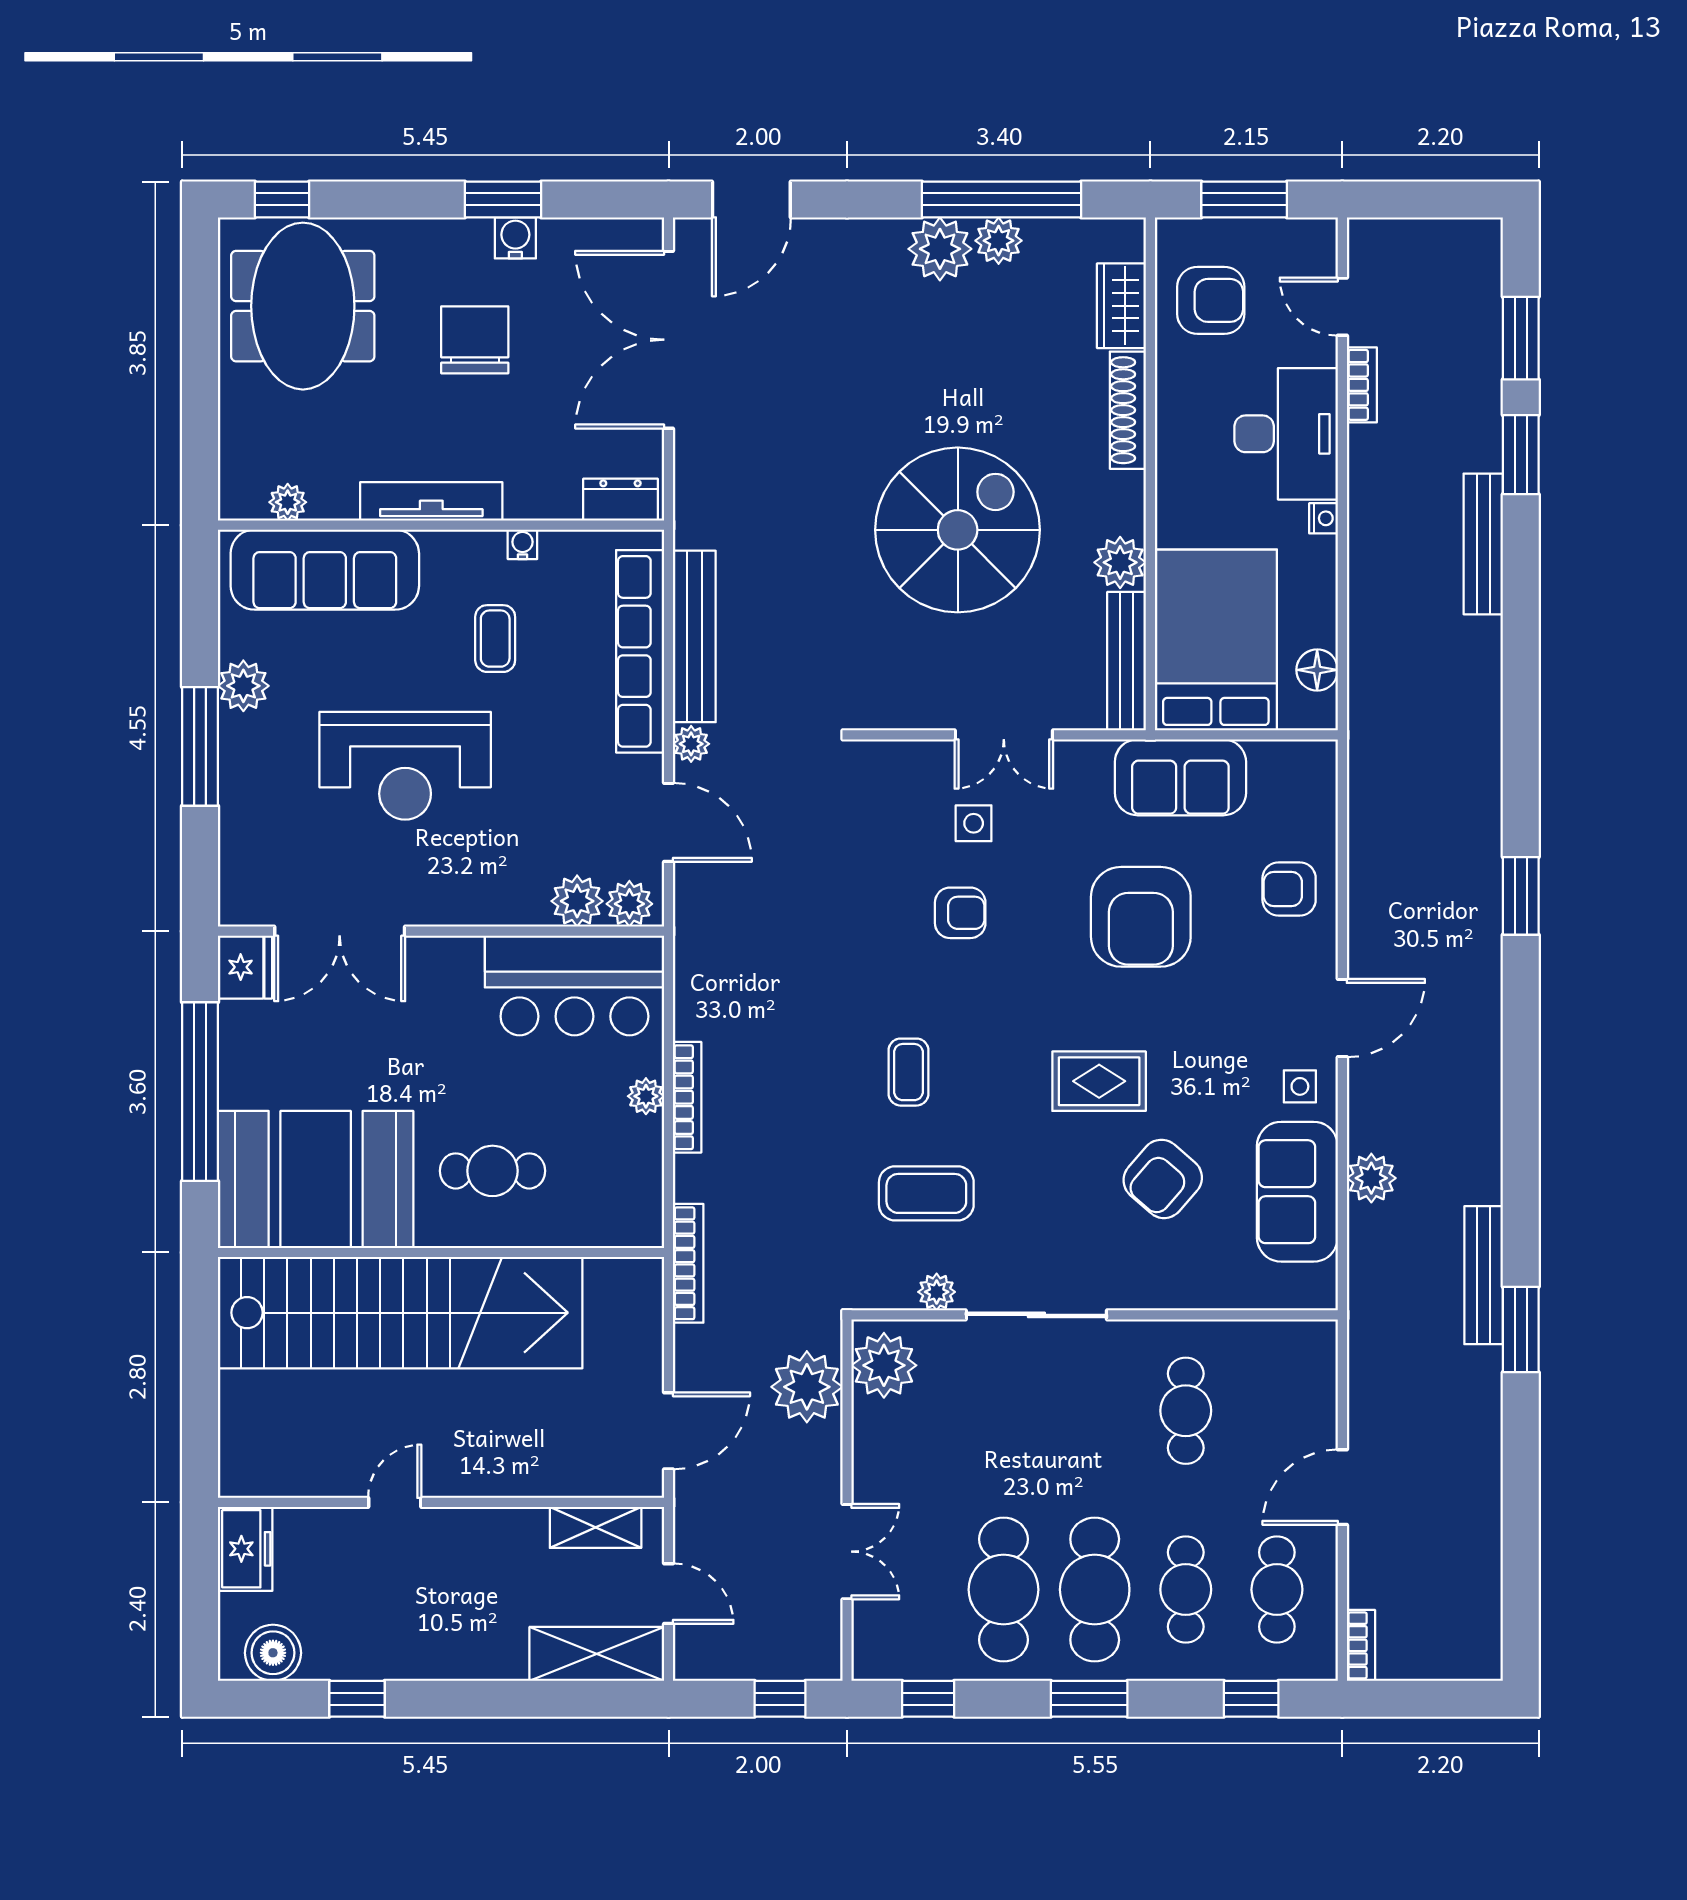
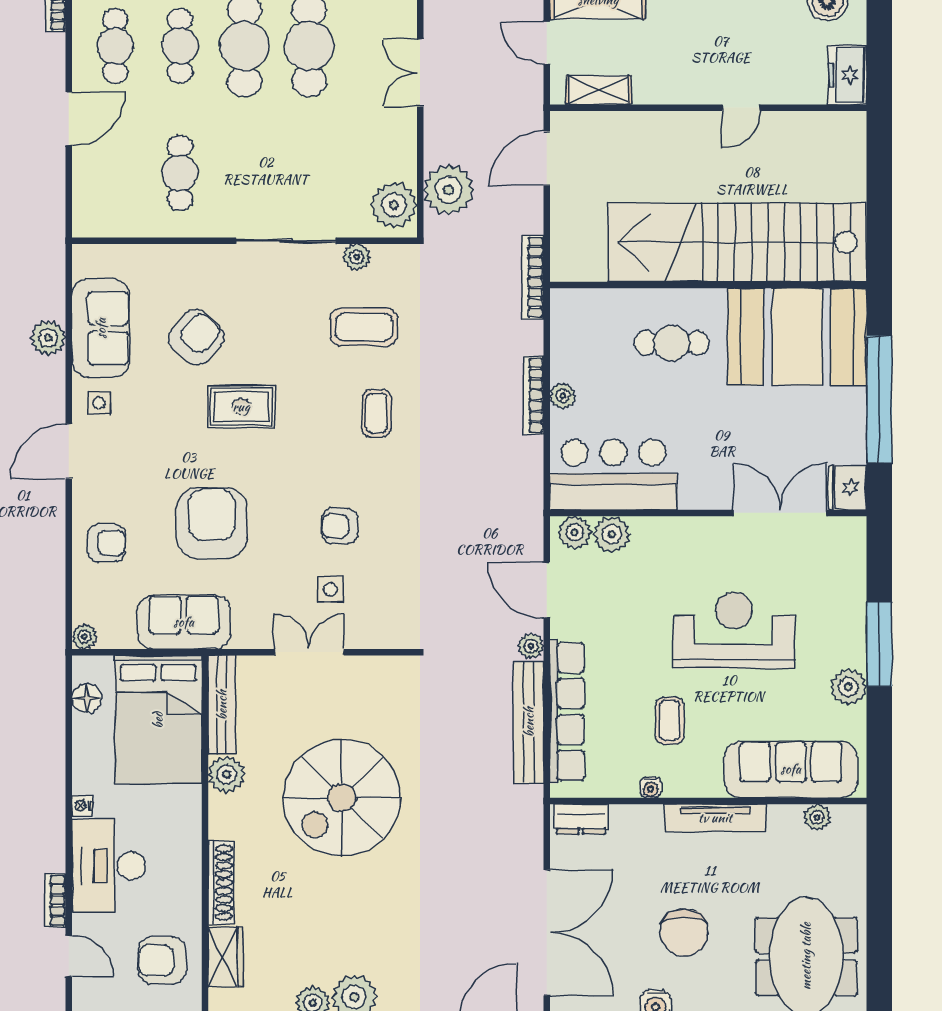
plant: (1320, 757) -> (84, 637), added

